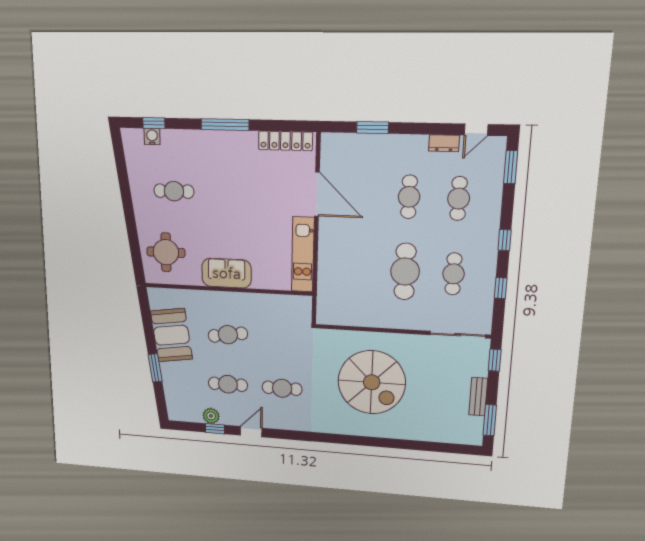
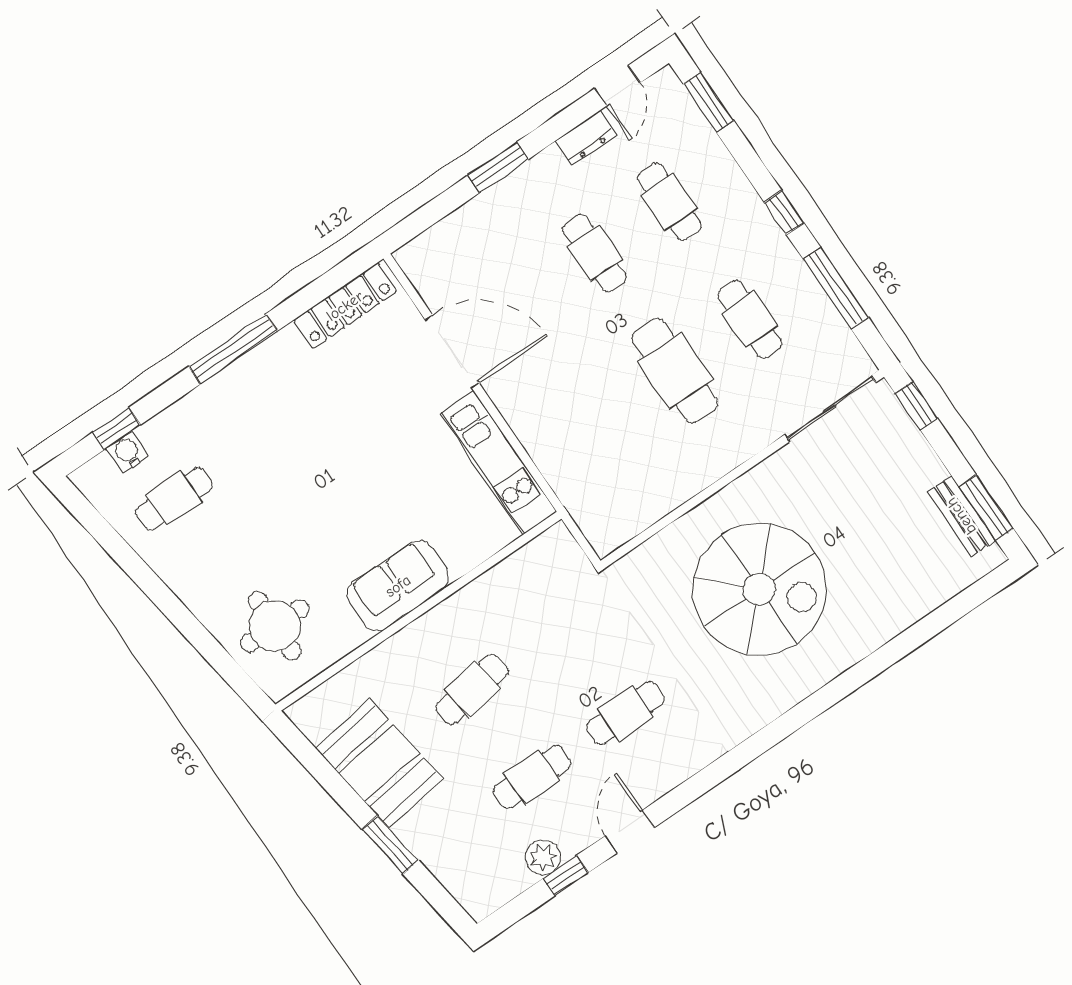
window: (373, 128) -> (498, 167), moved
cafe table: (174, 191) -> (174, 499), moved
window: (501, 288) -> (836, 288), width x2.17
bench: (478, 397) -> (961, 516), moved

